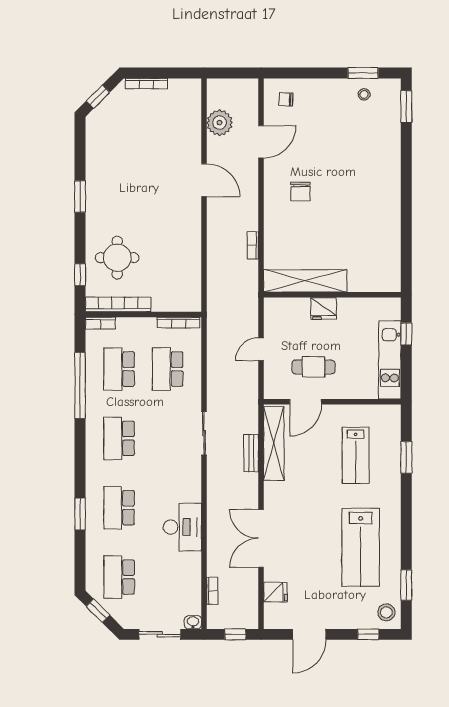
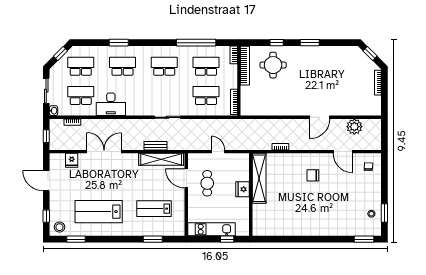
window: (80, 275) -> (277, 43), moved
school desk: (168, 577) -> (81, 95), added

